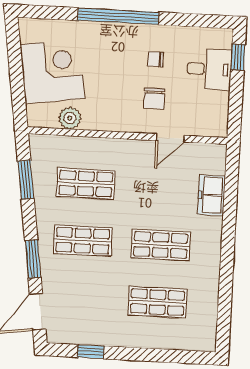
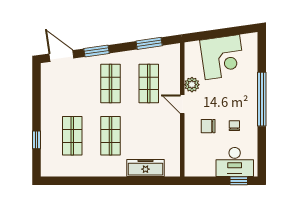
desk: (209, 69) -> (235, 162), width x1.37
plant: (70, 118) -> (192, 85), moved
door: (170, 138) -> (182, 104), moved
freezer: (211, 195) -> (146, 168), width x1.40
window: (91, 352) -> (37, 140), moved

